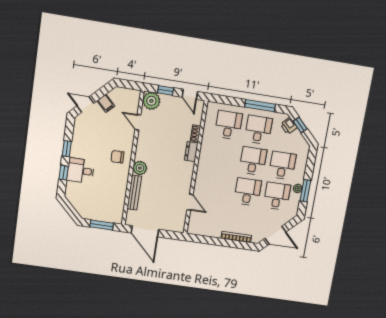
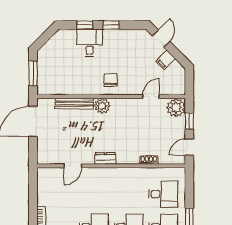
dresser: (191, 152) -> (105, 158), moved

